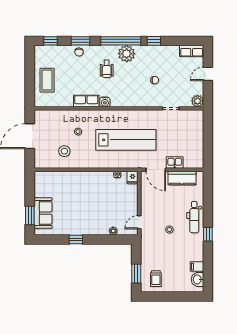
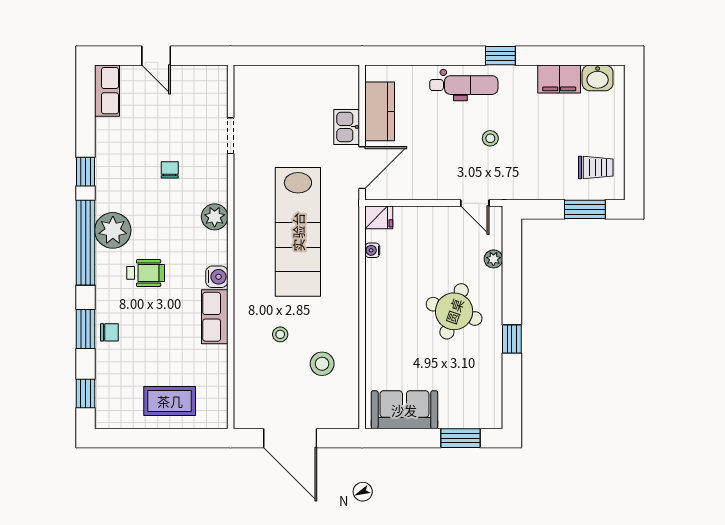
plant: (197, 101) -> (215, 217), moved
lab bench: (126, 140) -> (298, 232), turned 180
sofa: (43, 213) -> (404, 410), moved
round table: (89, 213) -> (454, 311), added
filing cabinet: (197, 267) -> (559, 79), width x2.00

